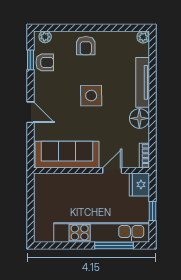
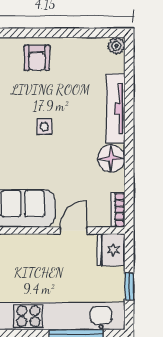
side table: (91, 96) -> (44, 127), width x0.54, depth x0.54

